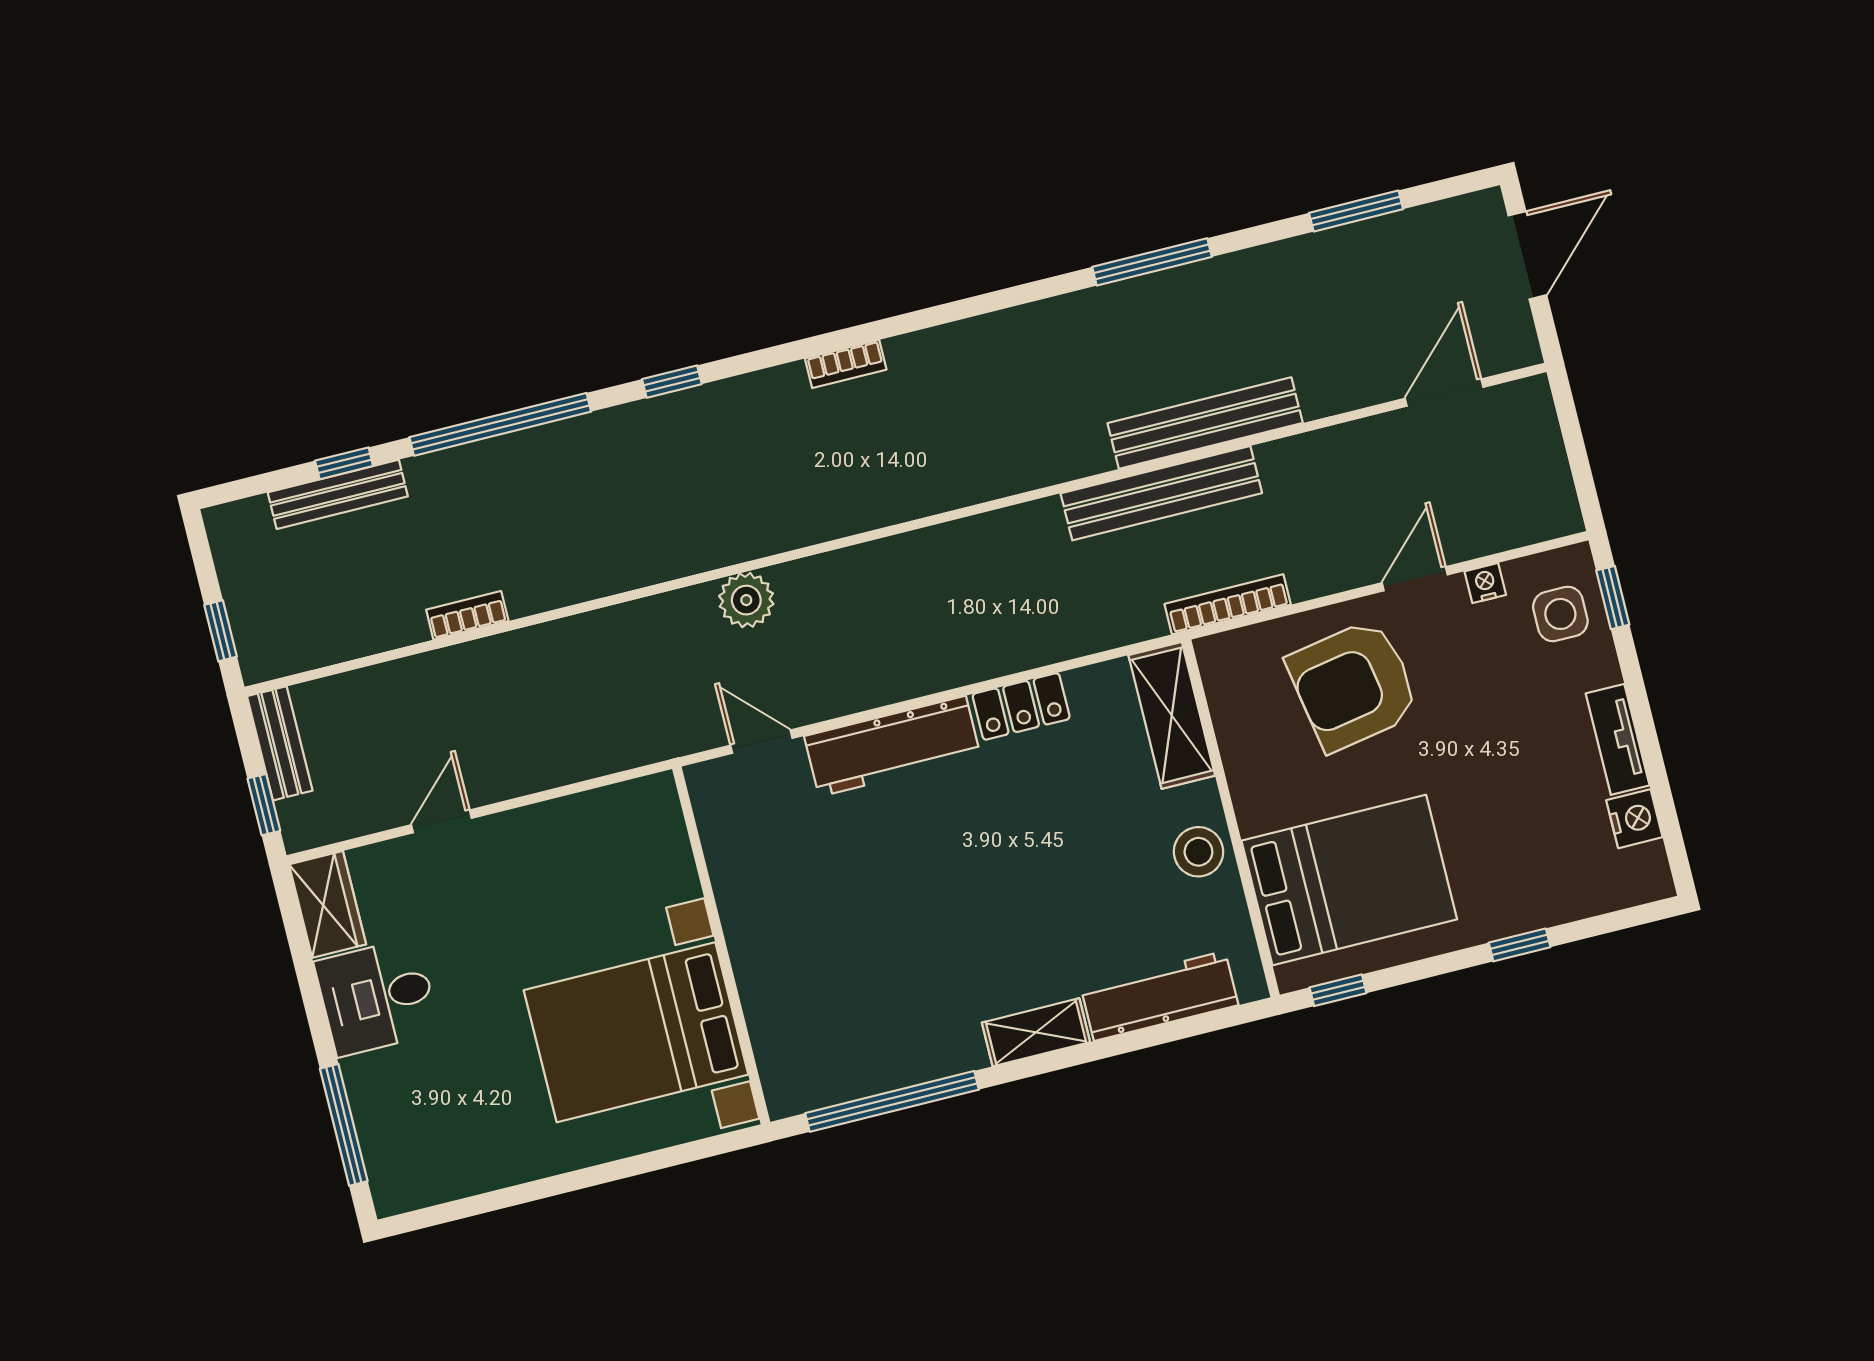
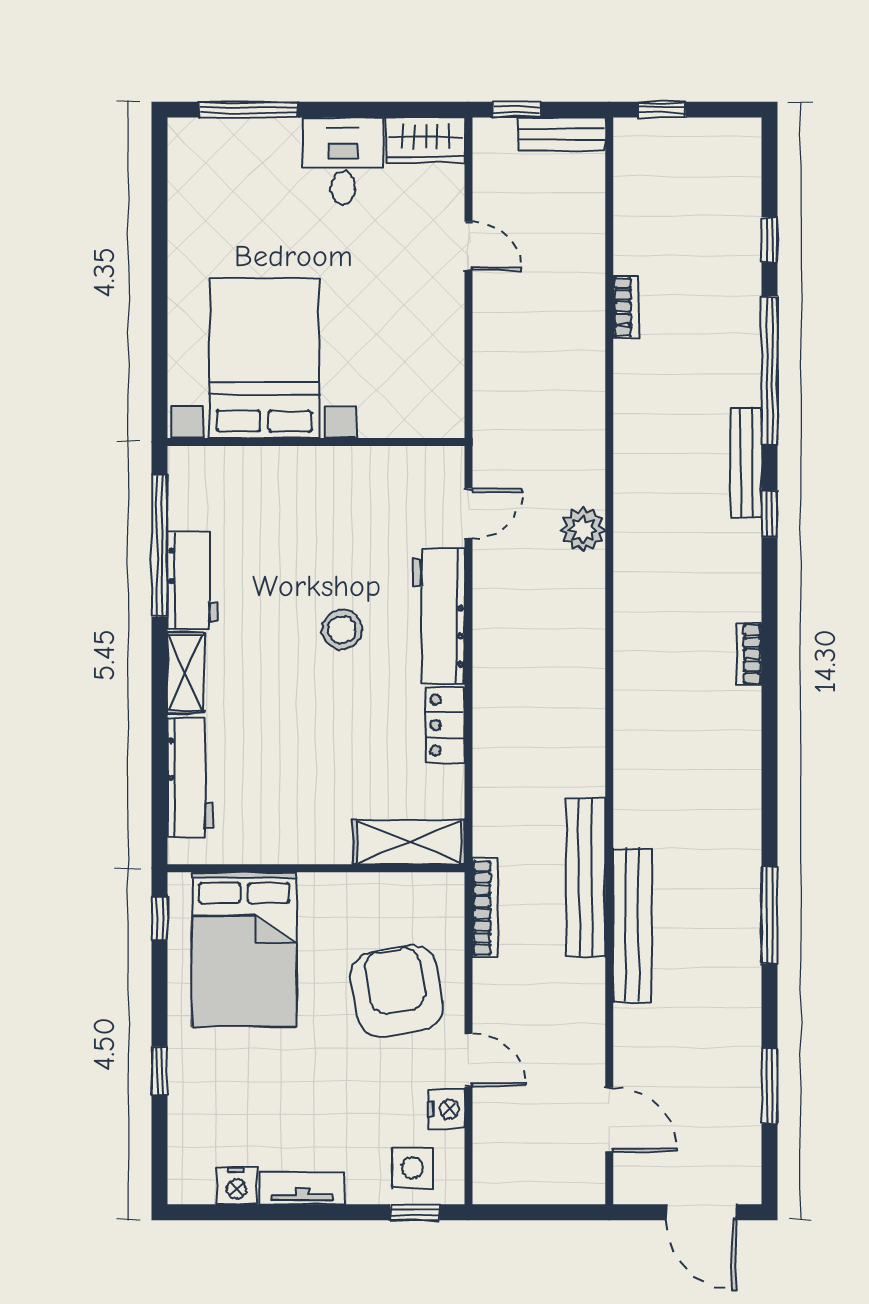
bench: (338, 494) -> (746, 462), moved
nightstand: (1485, 583) -> (446, 1109), width x1.39, depth x1.35
stool: (1198, 852) -> (342, 629), moved
workbench: (924, 1052) -> (192, 580), added

